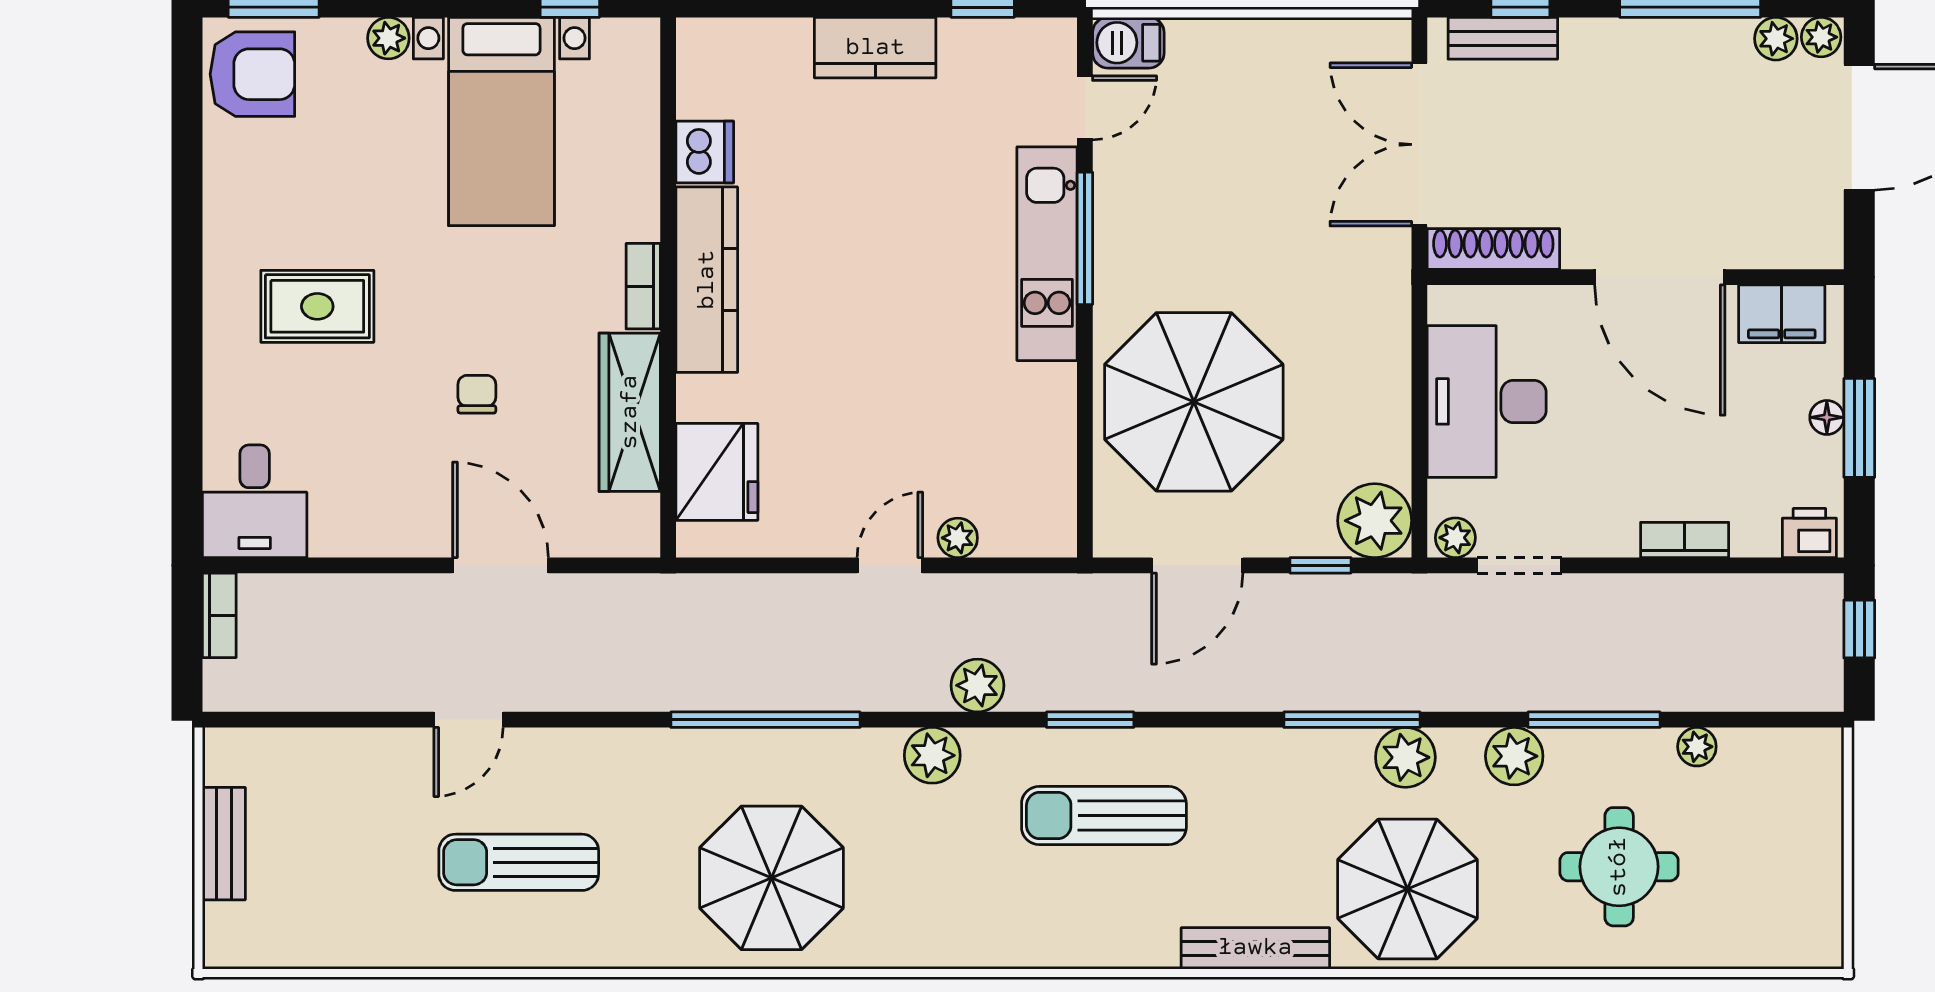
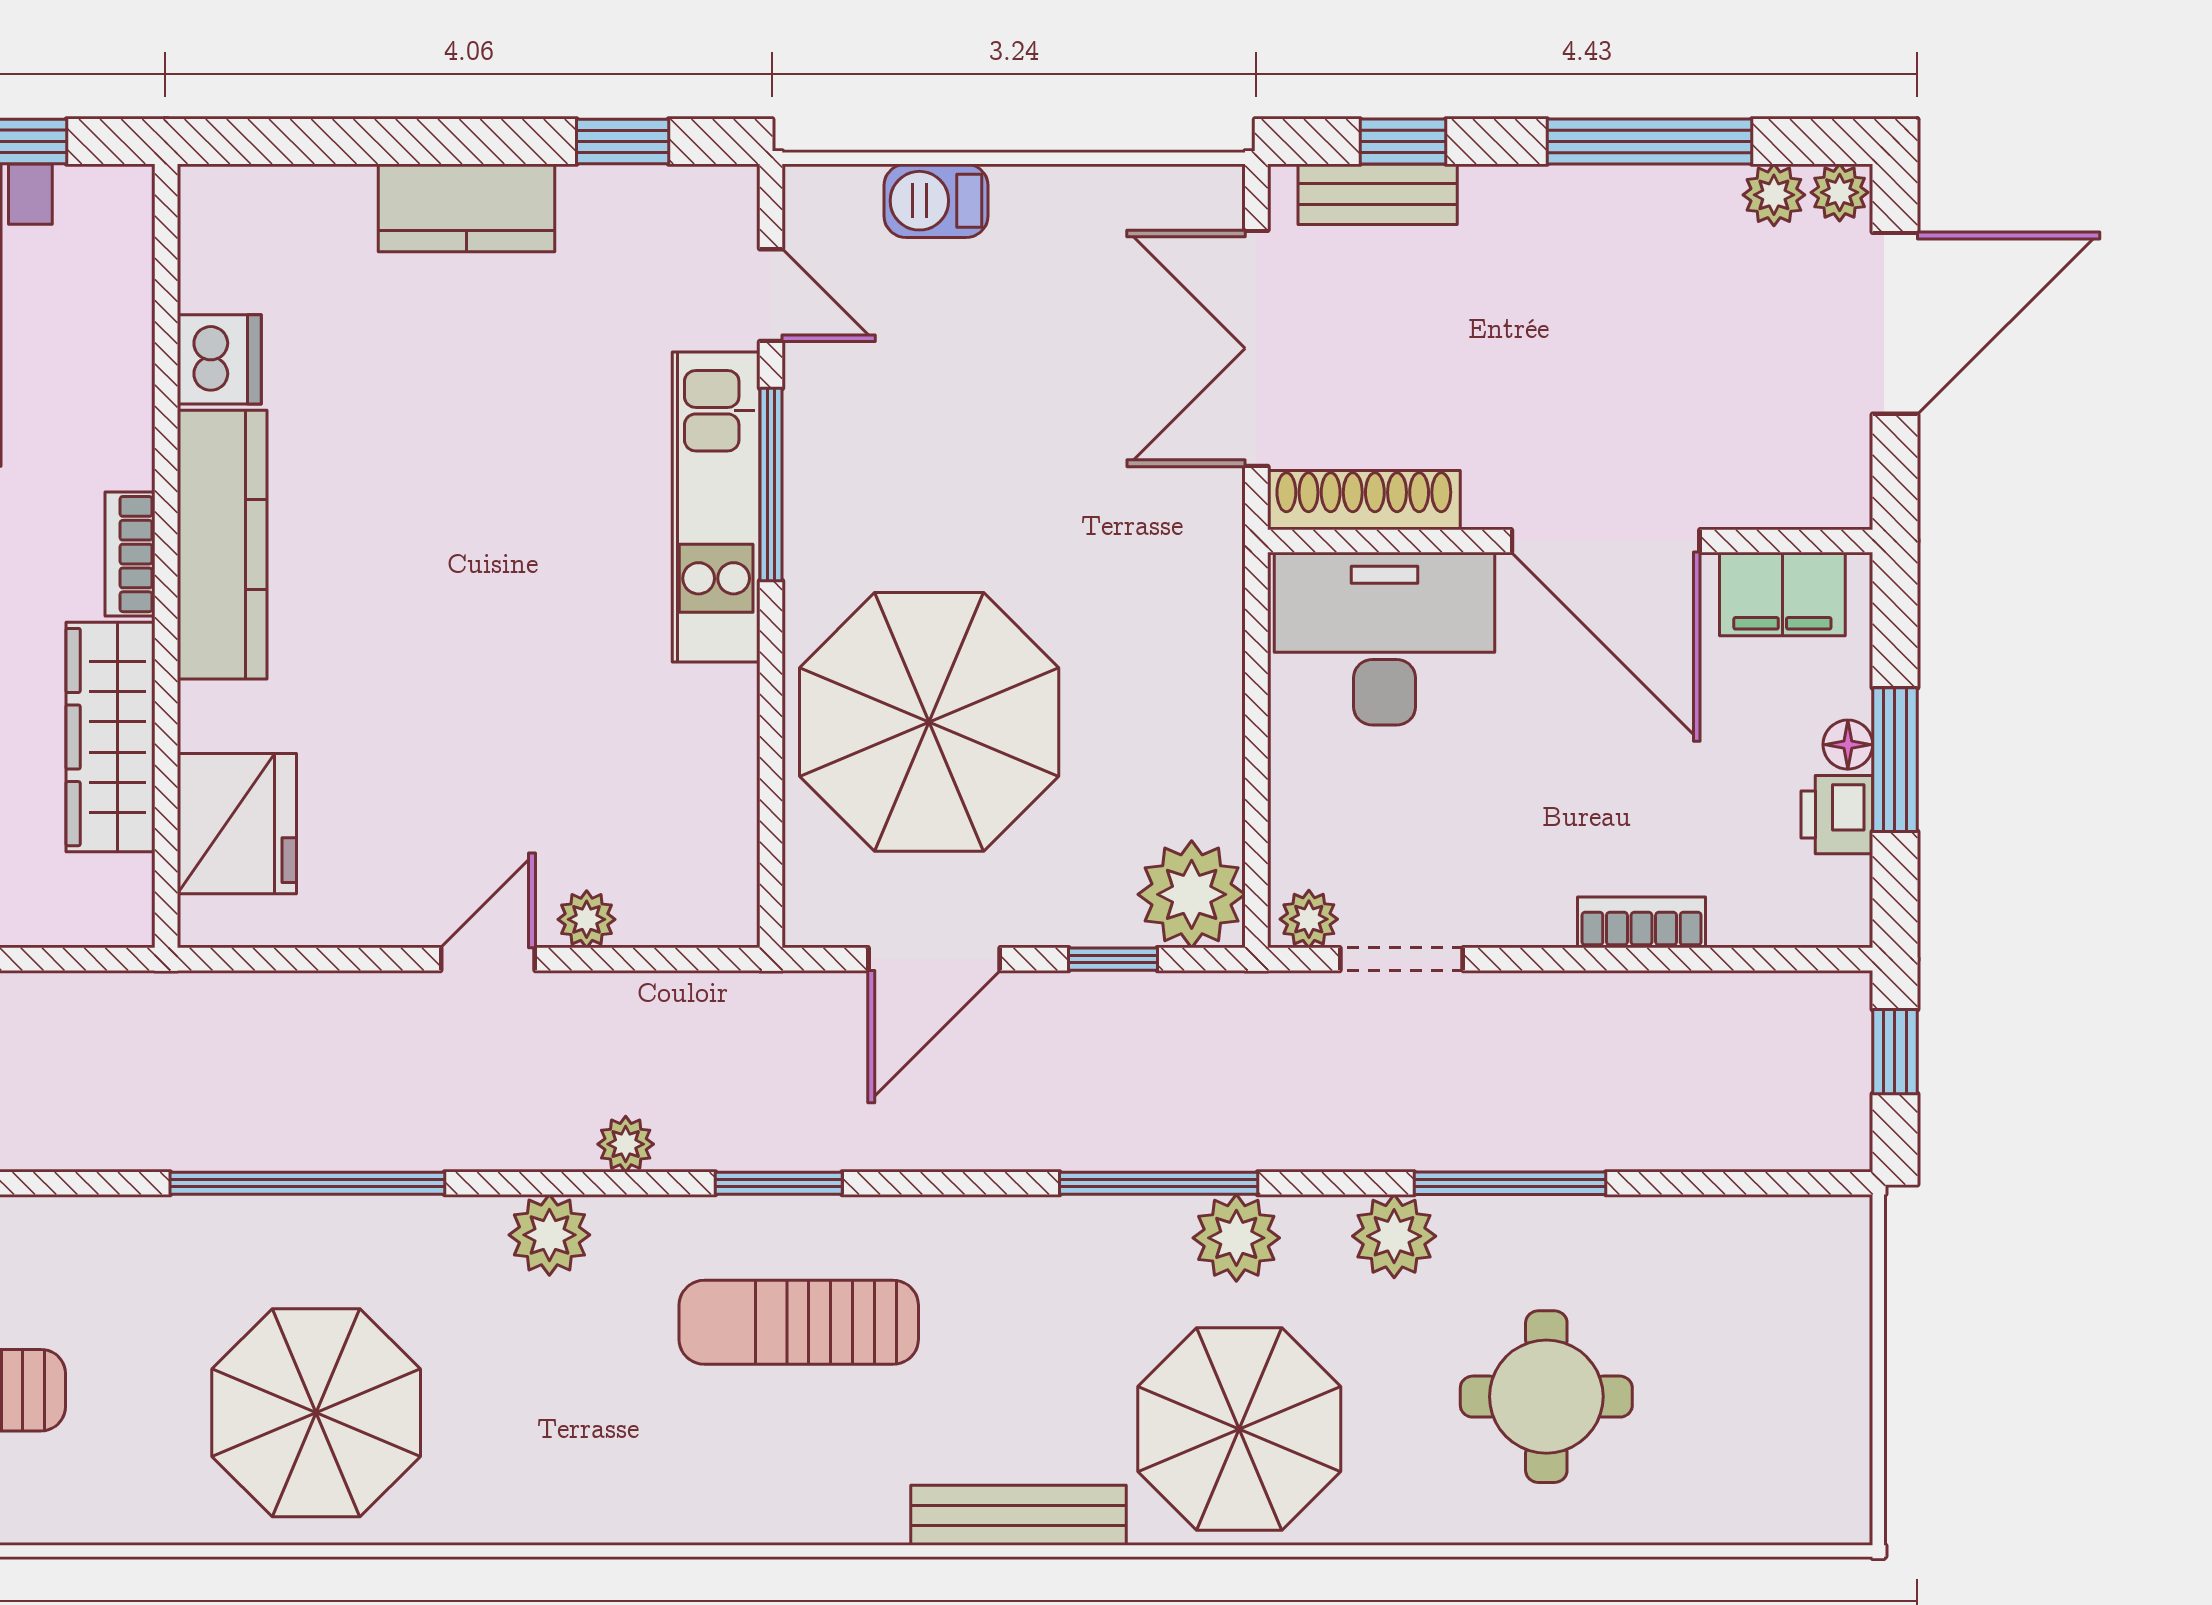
barbecue: (1128, 43) -> (936, 201), moved
door: (1085, 108) -> (771, 295), hinge flipped
desk: (1487, 401) -> (1384, 639), moved, turned 90
printer: (1809, 533) -> (1837, 815), moved, turned -90
plant: (977, 685) -> (626, 1144), width x0.73, depth x0.73
plant: (1697, 747) -> (1659, 1222), removed

